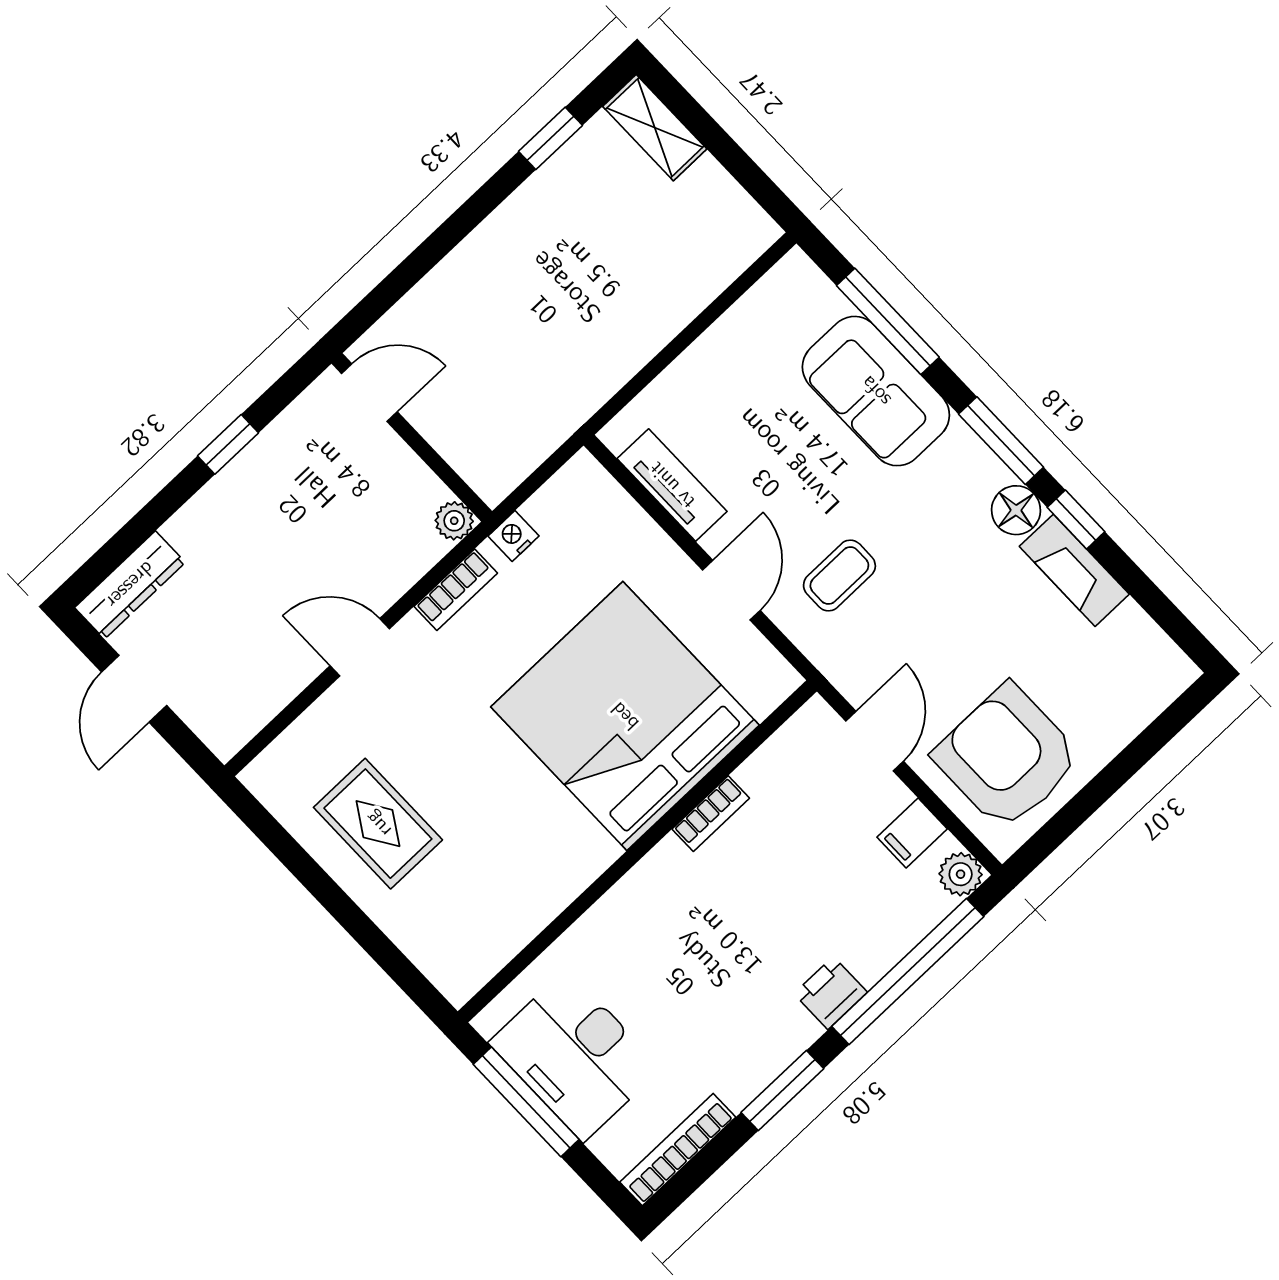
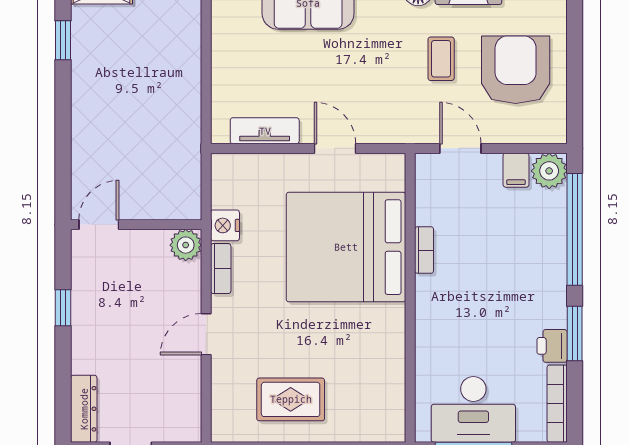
plant: (454, 521) -> (186, 245), width x1.38, depth x1.38
nightstand: (514, 536) -> (225, 225), width x1.39, depth x1.35
coffee table: (839, 576) -> (441, 59), moved
armchair: (1007, 757) -> (516, 70), moved, turned 90
plant: (961, 874) -> (549, 171), width x1.38, depth x1.38
printer: (831, 993) -> (552, 346), moved

